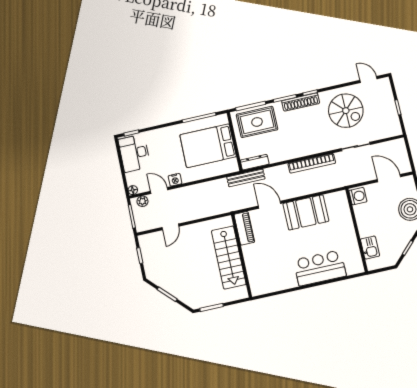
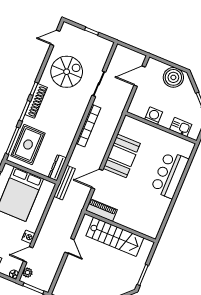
washing machine: (358, 196) -> (154, 116), moved
door: (170, 227) -> (69, 246), moved

